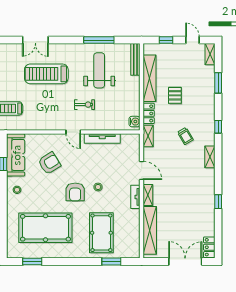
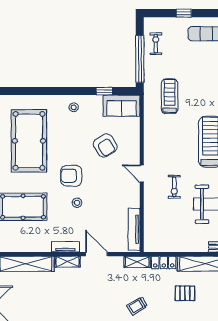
water cooler: (134, 122) -> (154, 246), removed
door: (73, 132) -> (142, 174), hinge flipped
tv unit: (102, 139) -> (134, 229), moved
sofa: (16, 155) -> (121, 106), width x0.73
door: (142, 170) -> (96, 254), swing flipped

